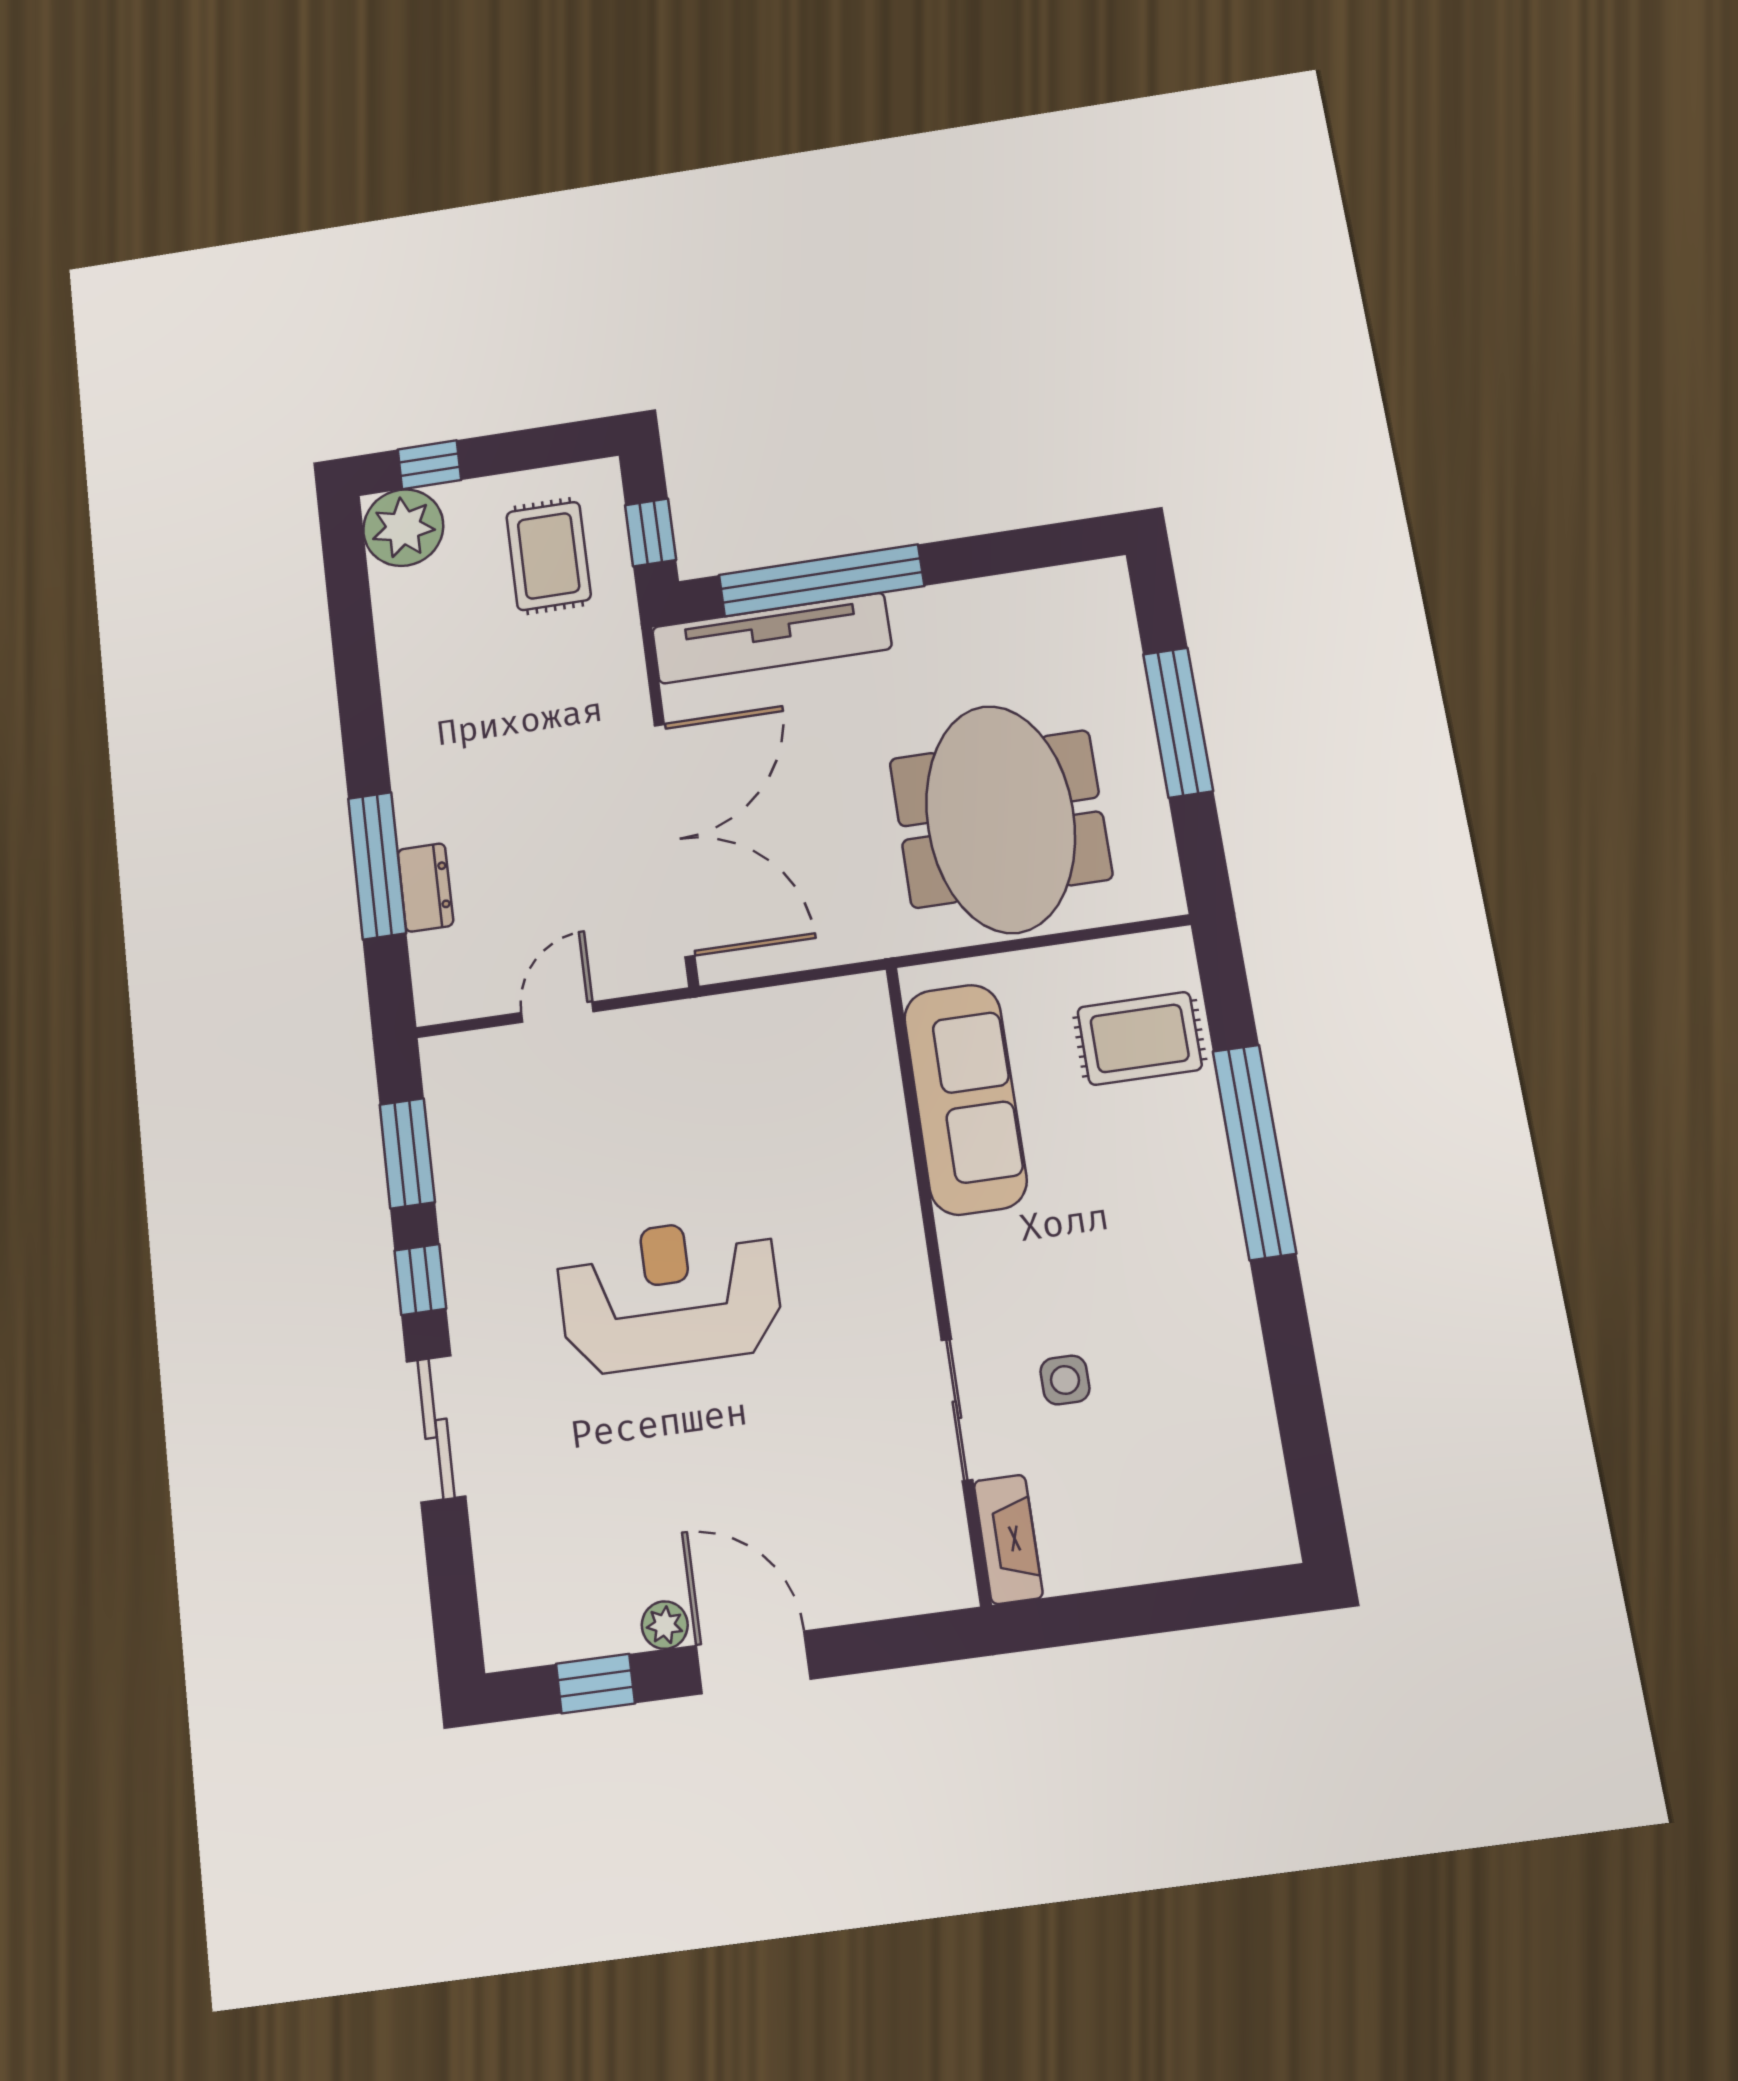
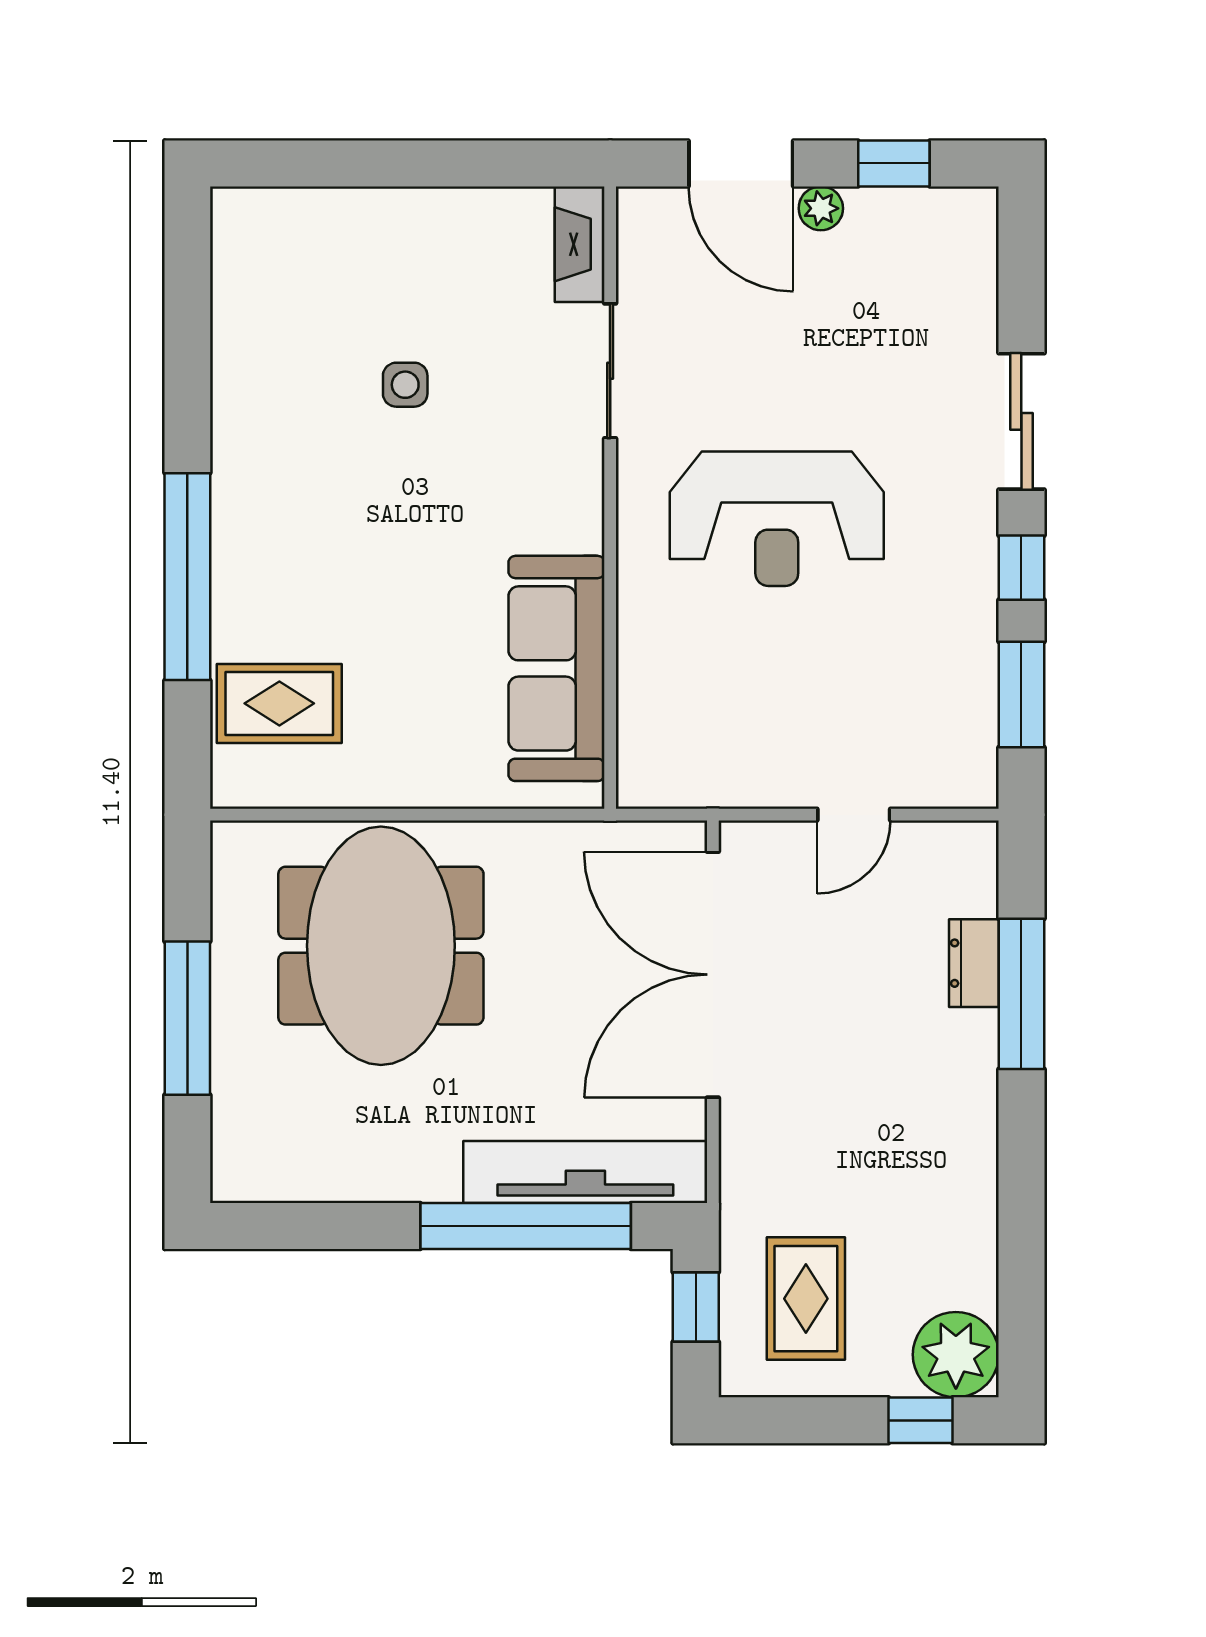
sofa: (965, 1099) -> (557, 668), moved
wall: (937, 1279) -> (610, 498), moved
sliding door: (957, 1410) -> (610, 371), moved
fireplace: (1008, 1539) -> (580, 244), moved

